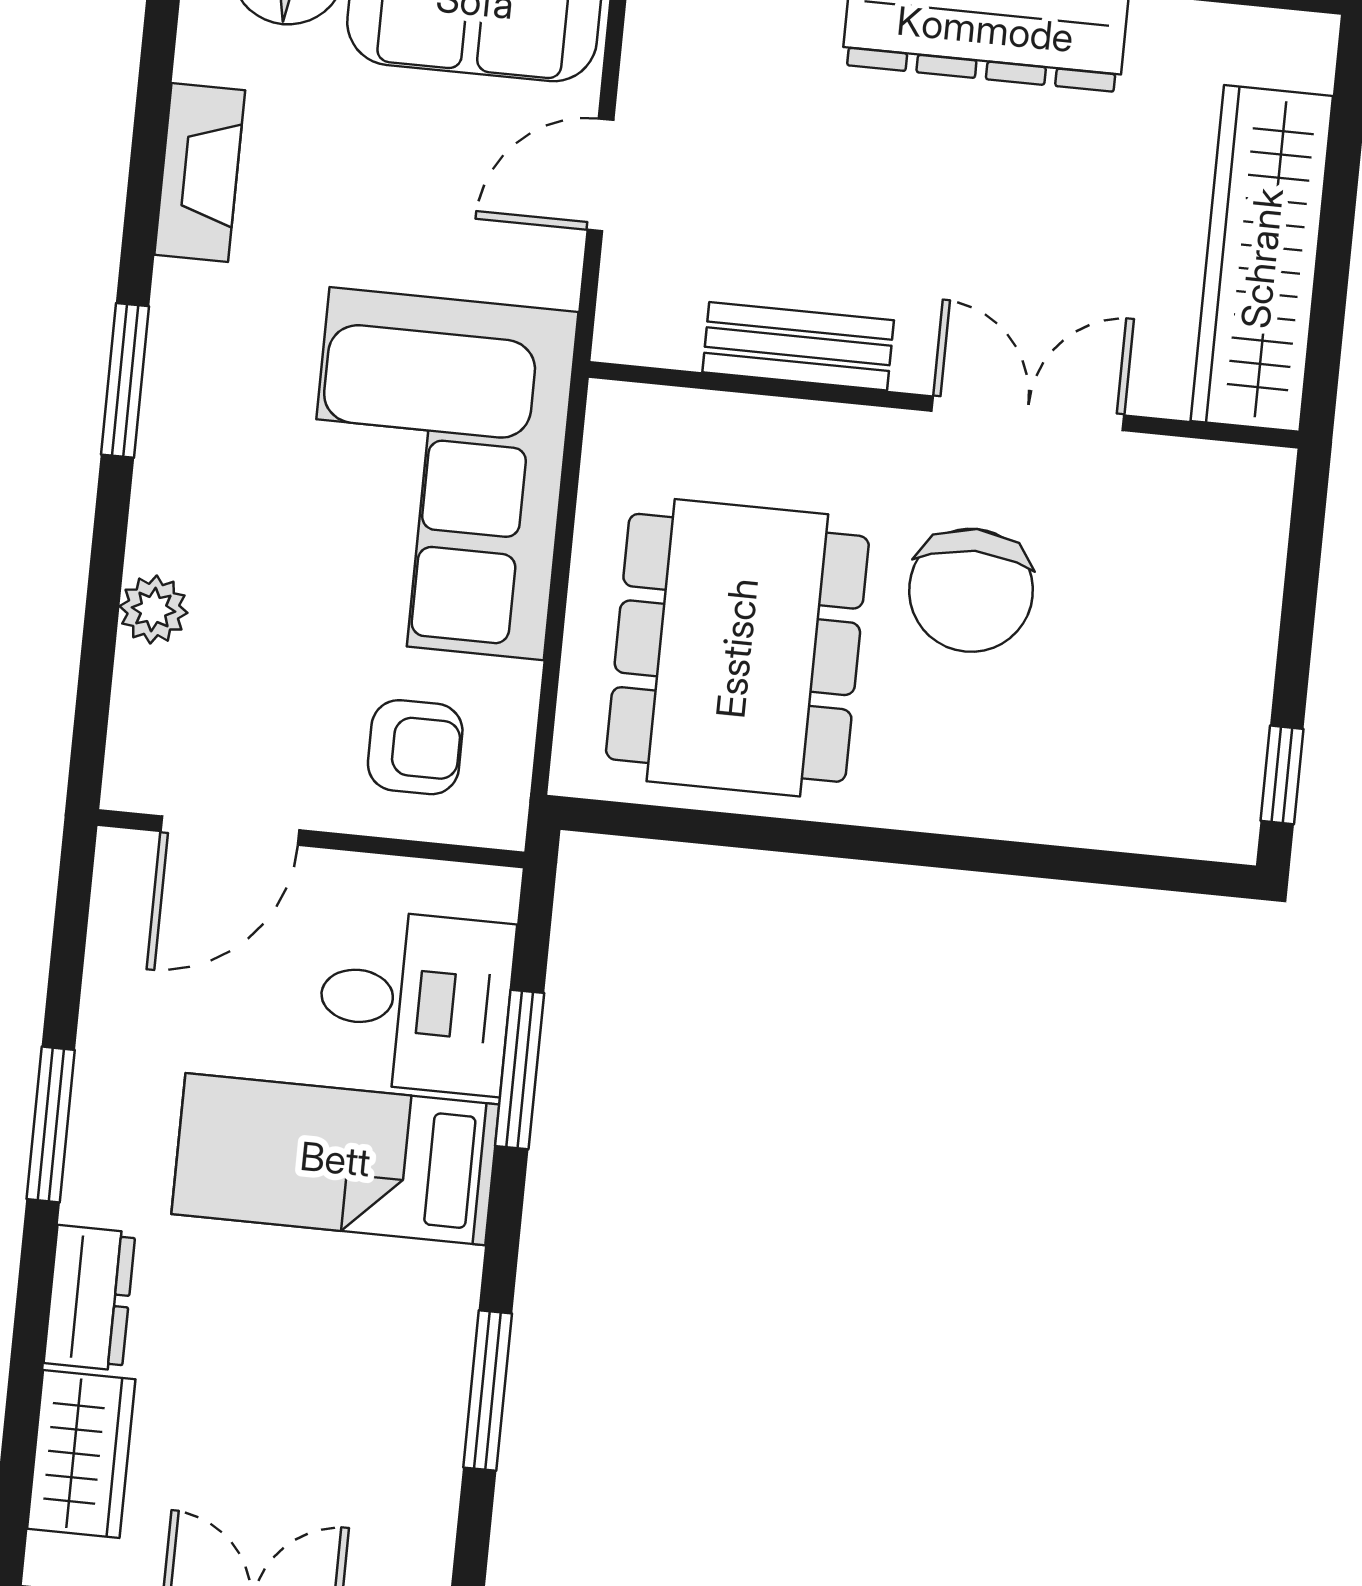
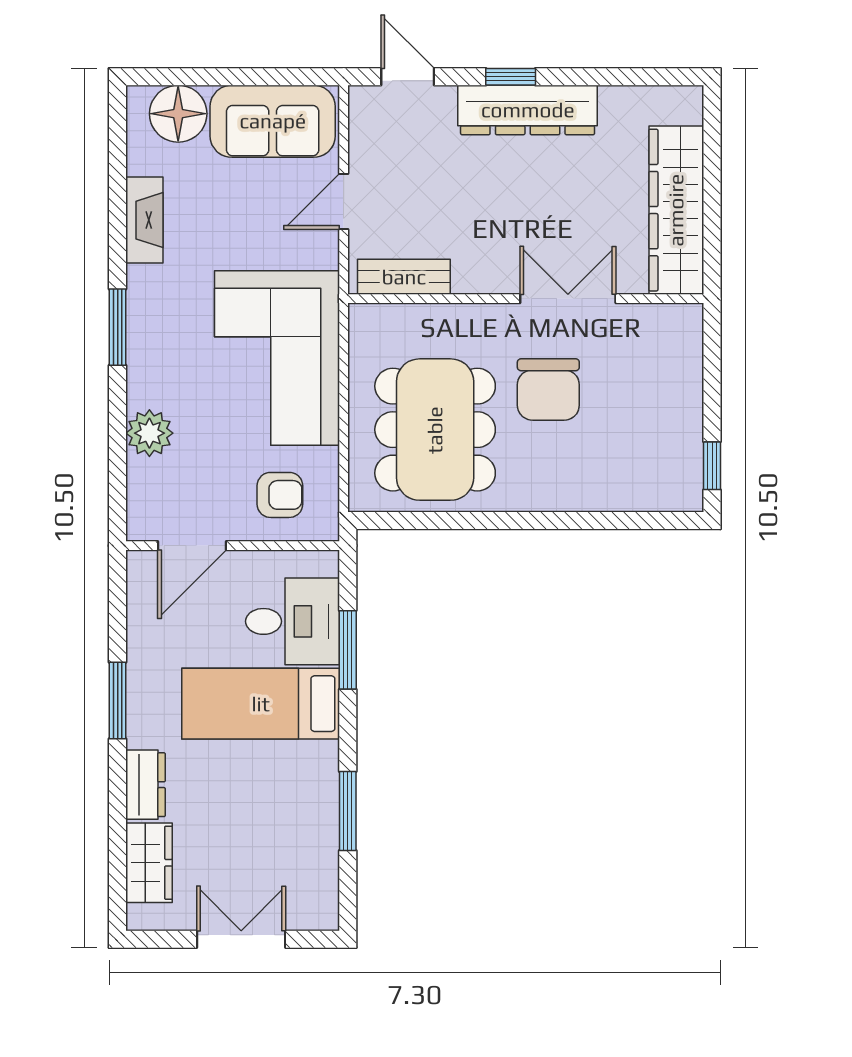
bench: (798, 346) -> (404, 277), moved
plant: (153, 610) -> (149, 433), width x1.38, depth x1.38

